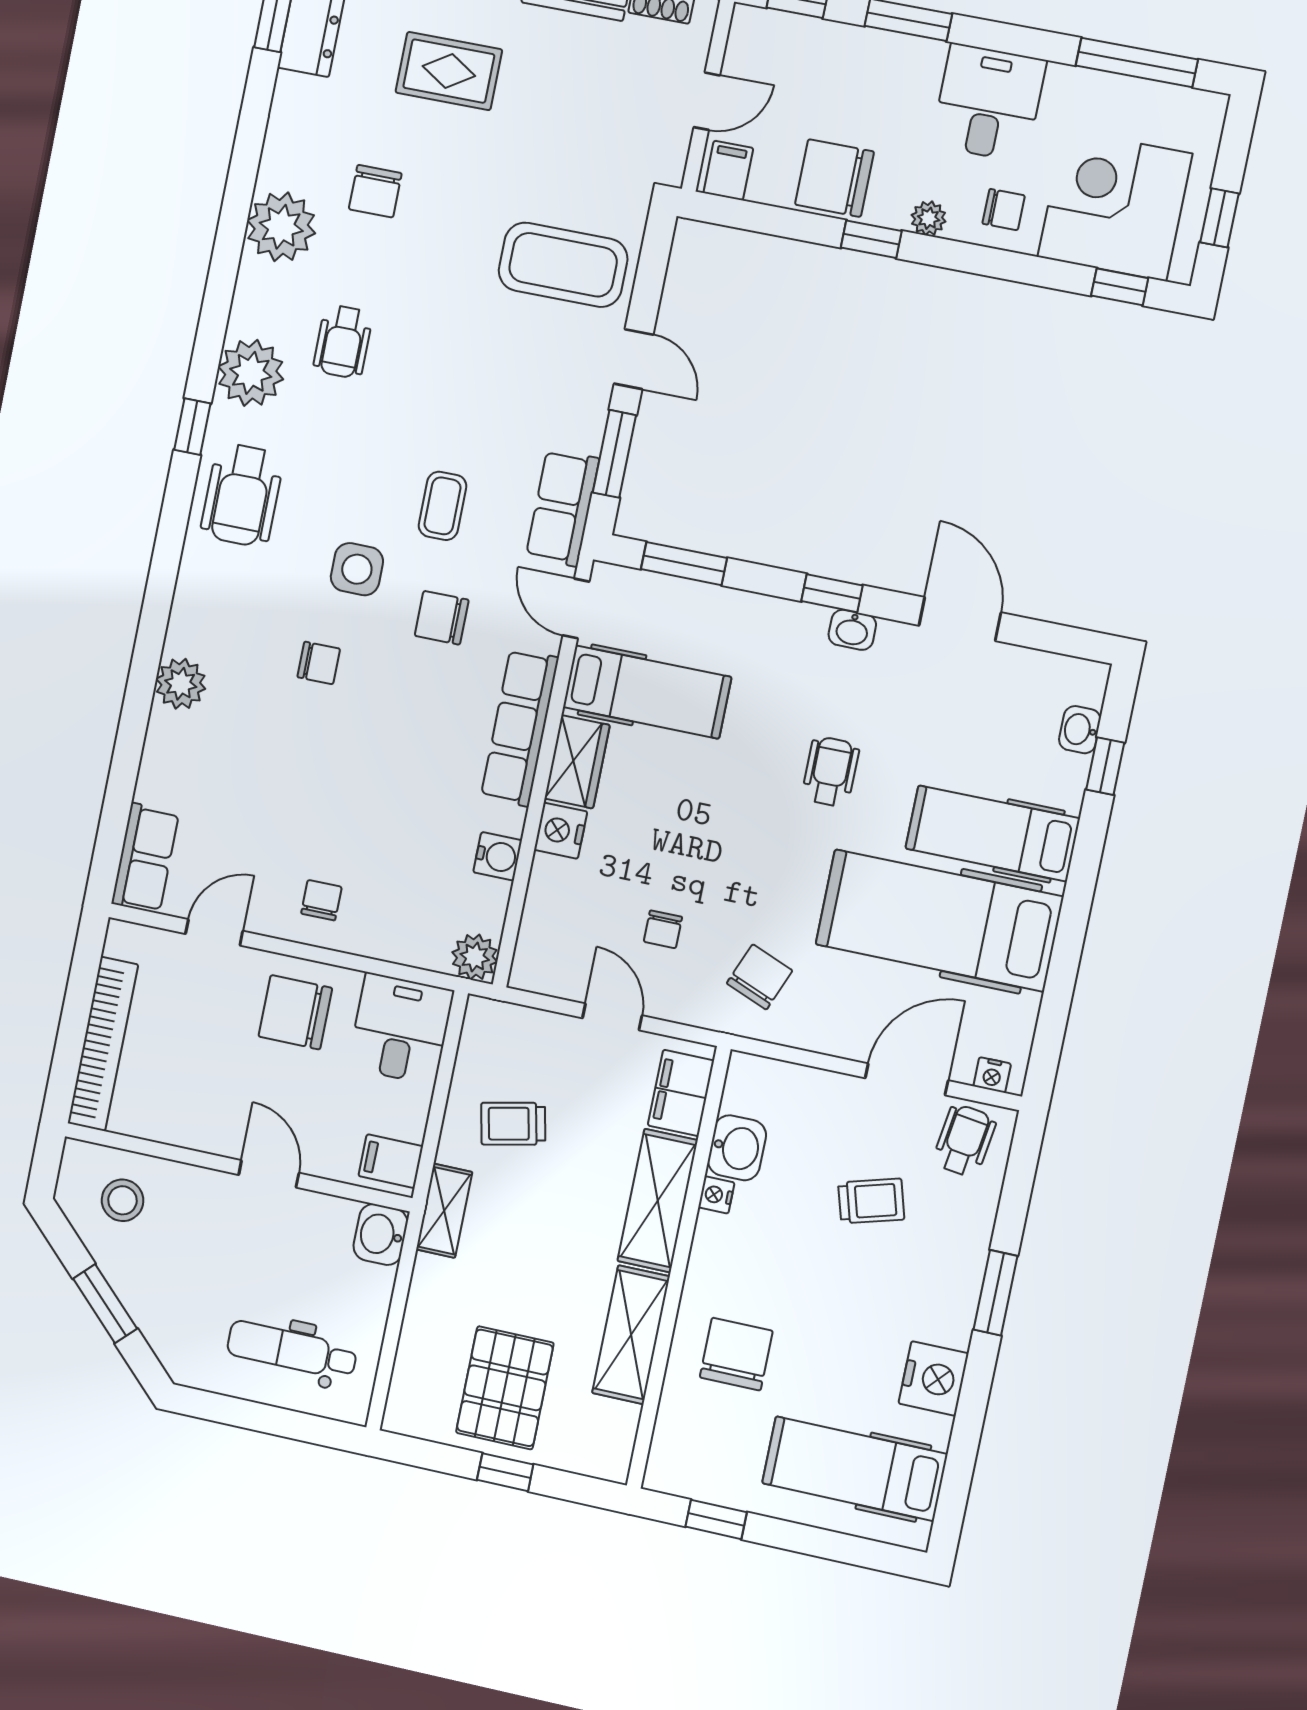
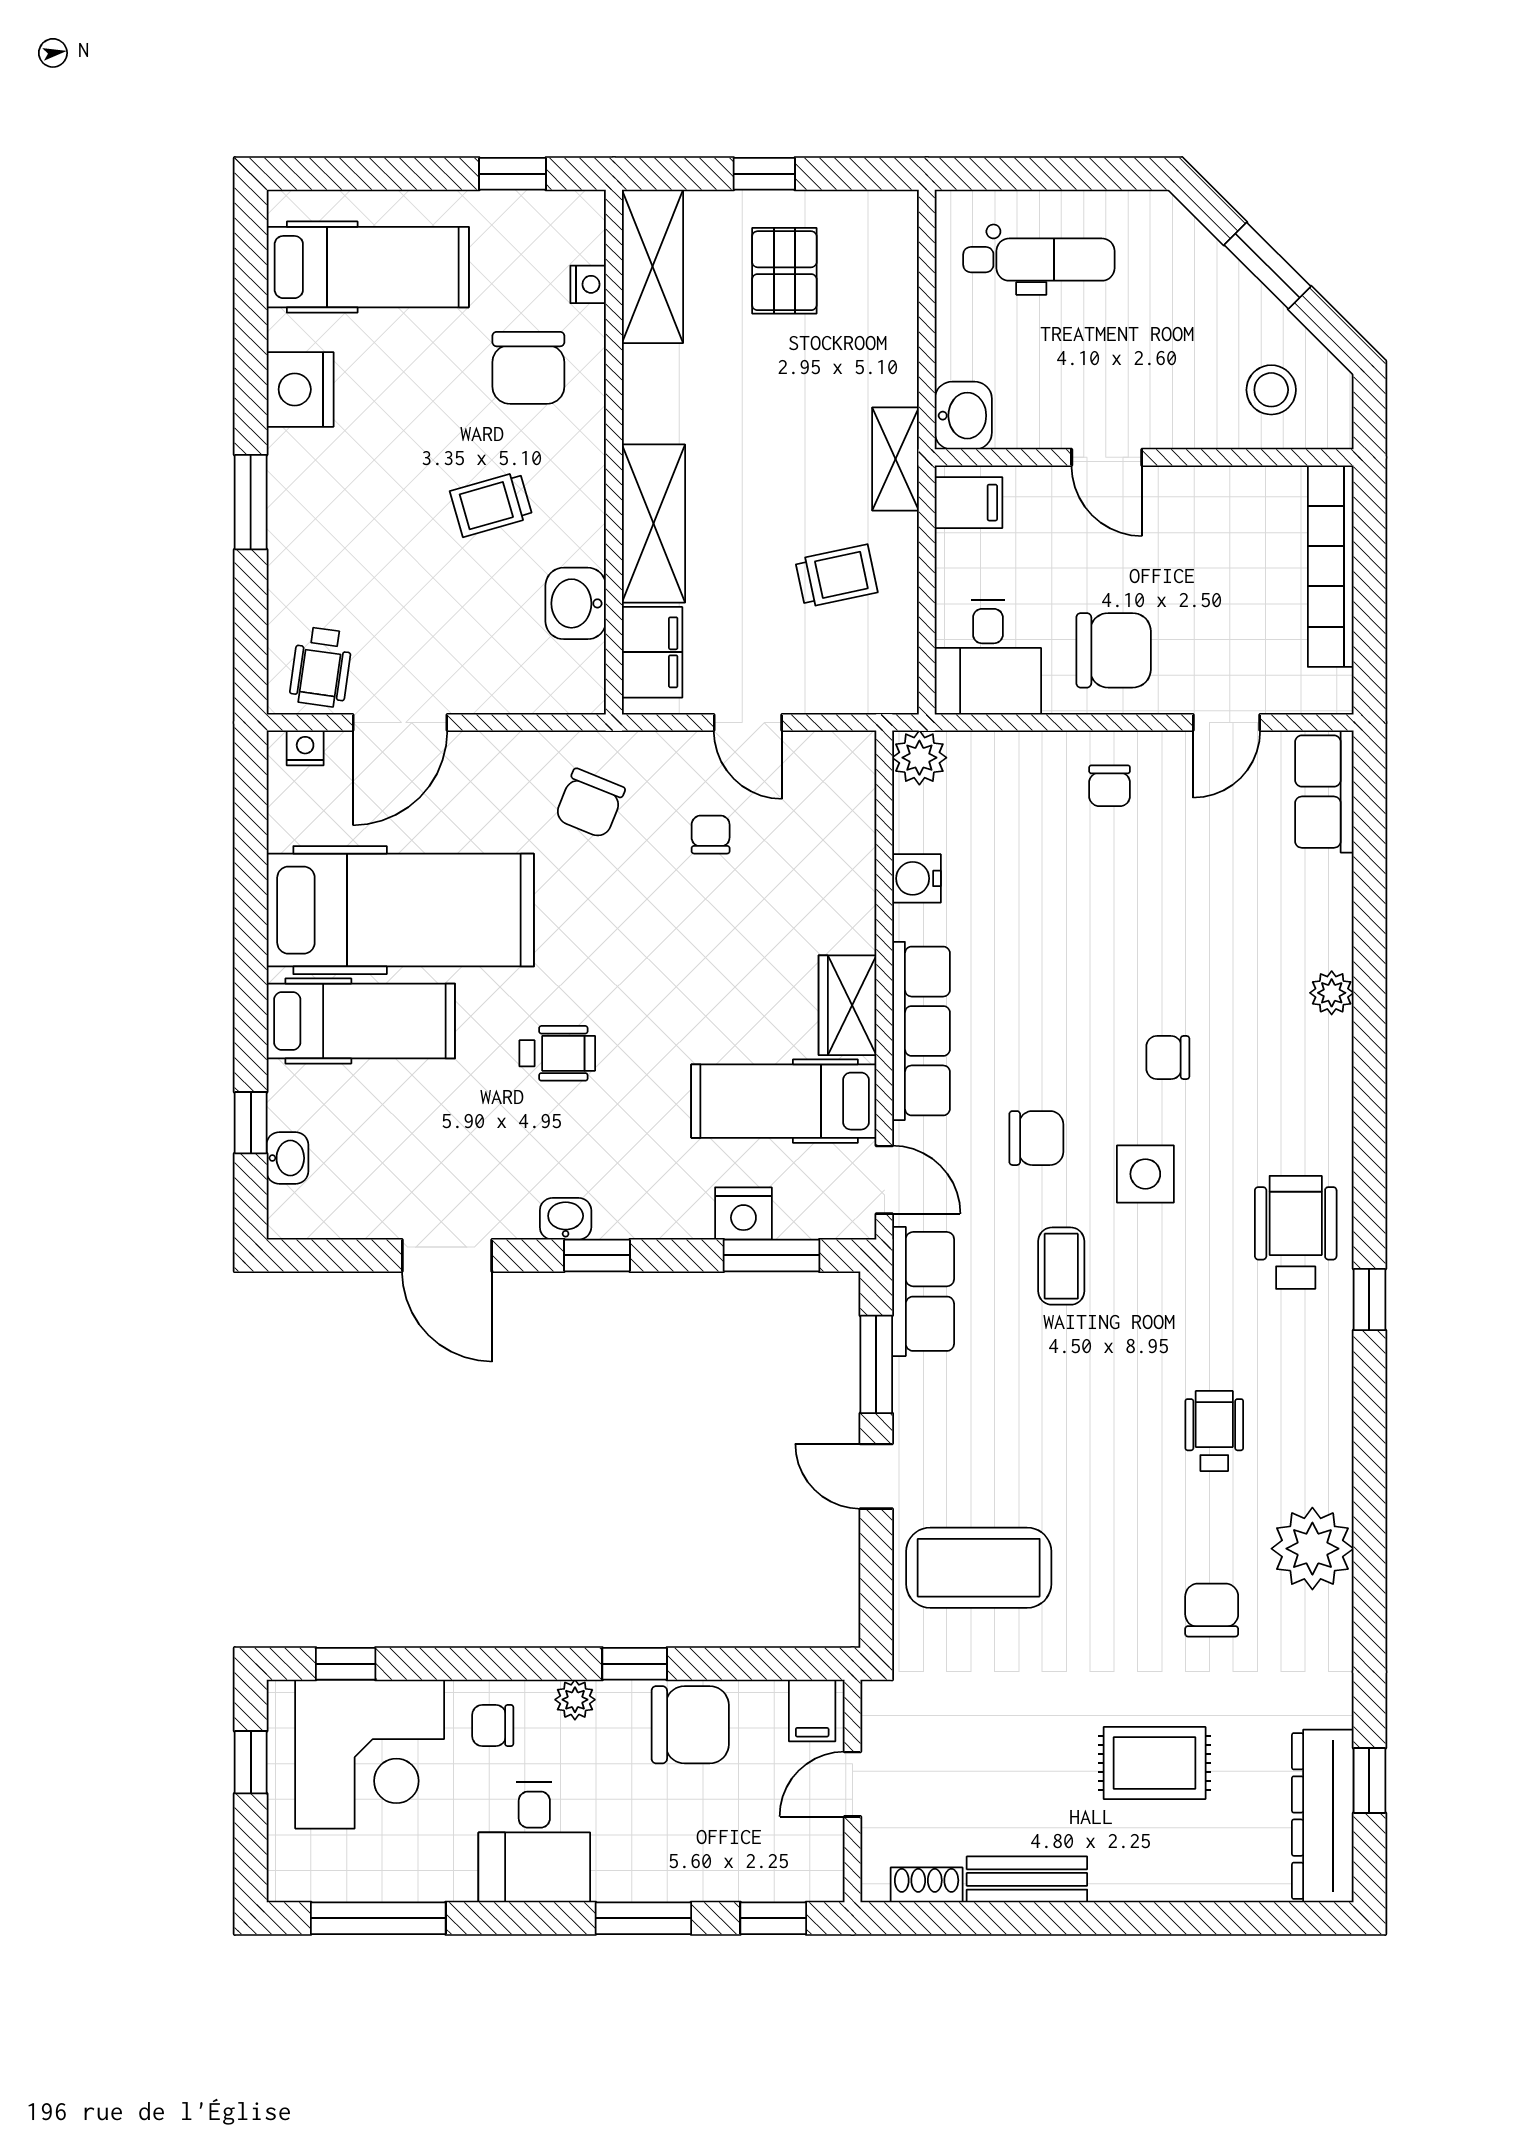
plant: (251, 373) -> (1314, 1375), removed
plant: (181, 684) -> (1332, 993), width x0.73, depth x0.73
wheelchair: (831, 772) -> (557, 1053), turned -90
nightstand: (561, 831) -> (743, 1213), moved, turned 90
nightstand: (716, 1195) -> (588, 284), moved
trolley: (871, 1201) -> (491, 504), moved
shelving: (631, 1335) -> (652, 266), moved
pallet: (505, 1388) -> (784, 271), width x0.67, depth x0.71

